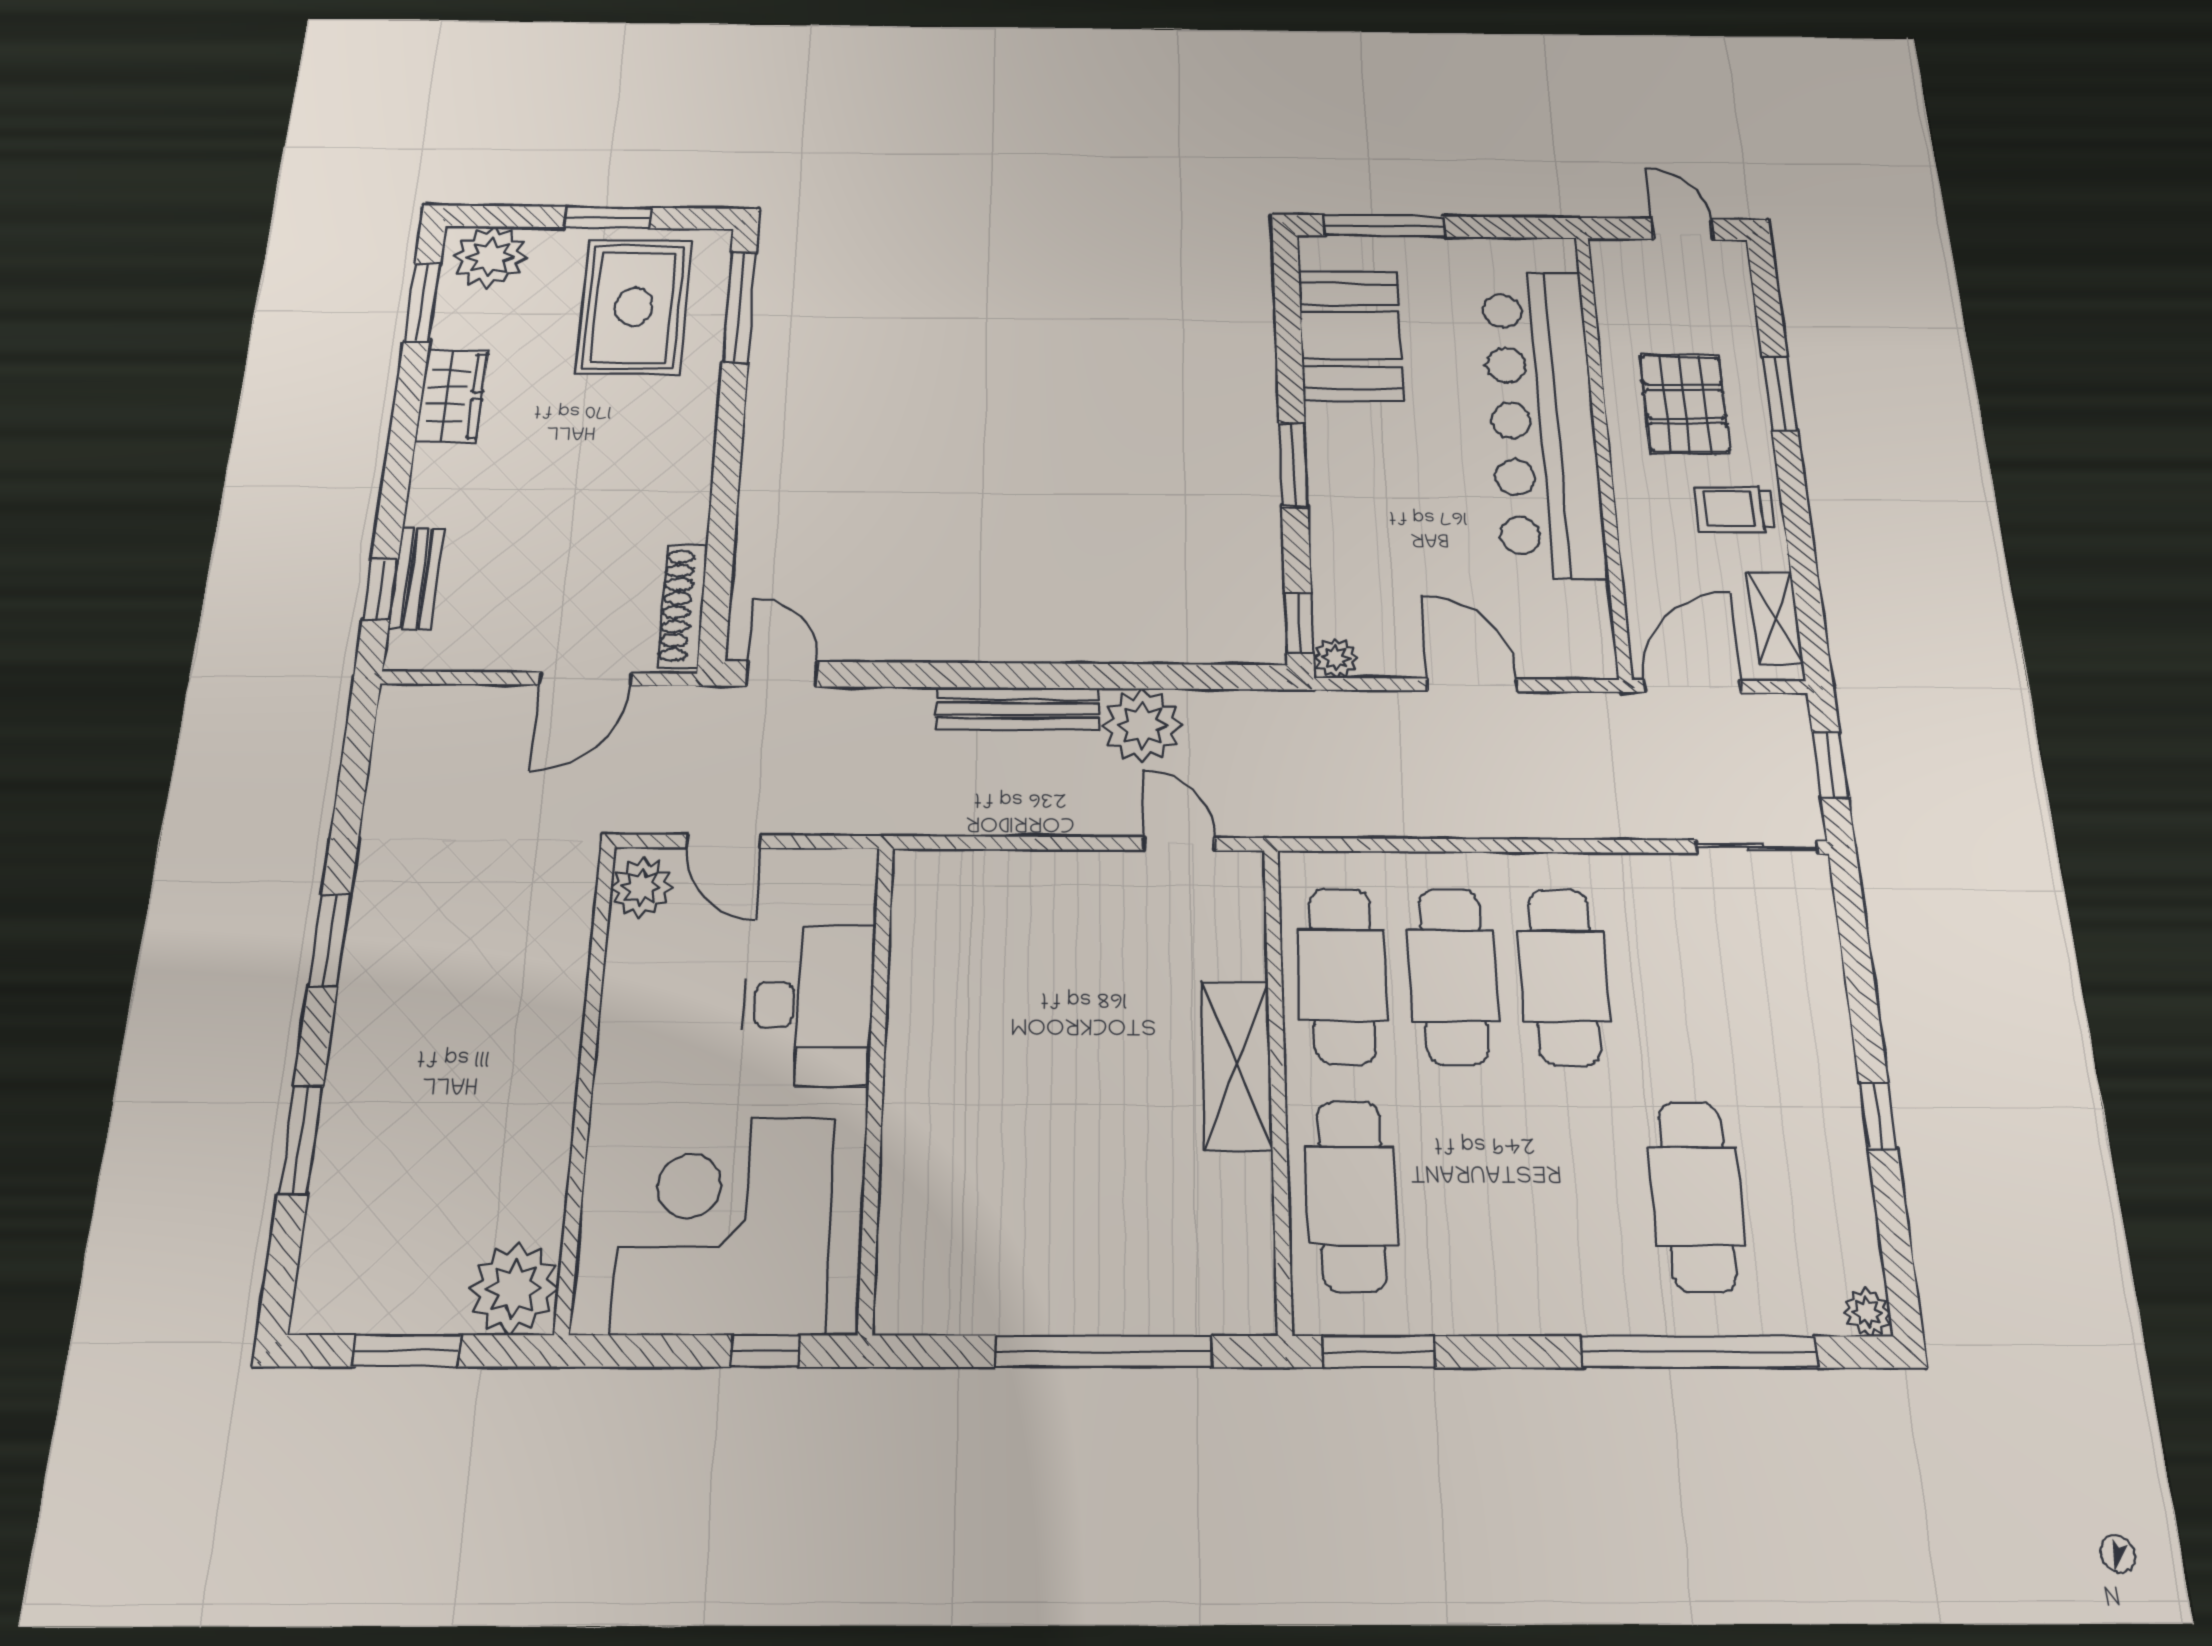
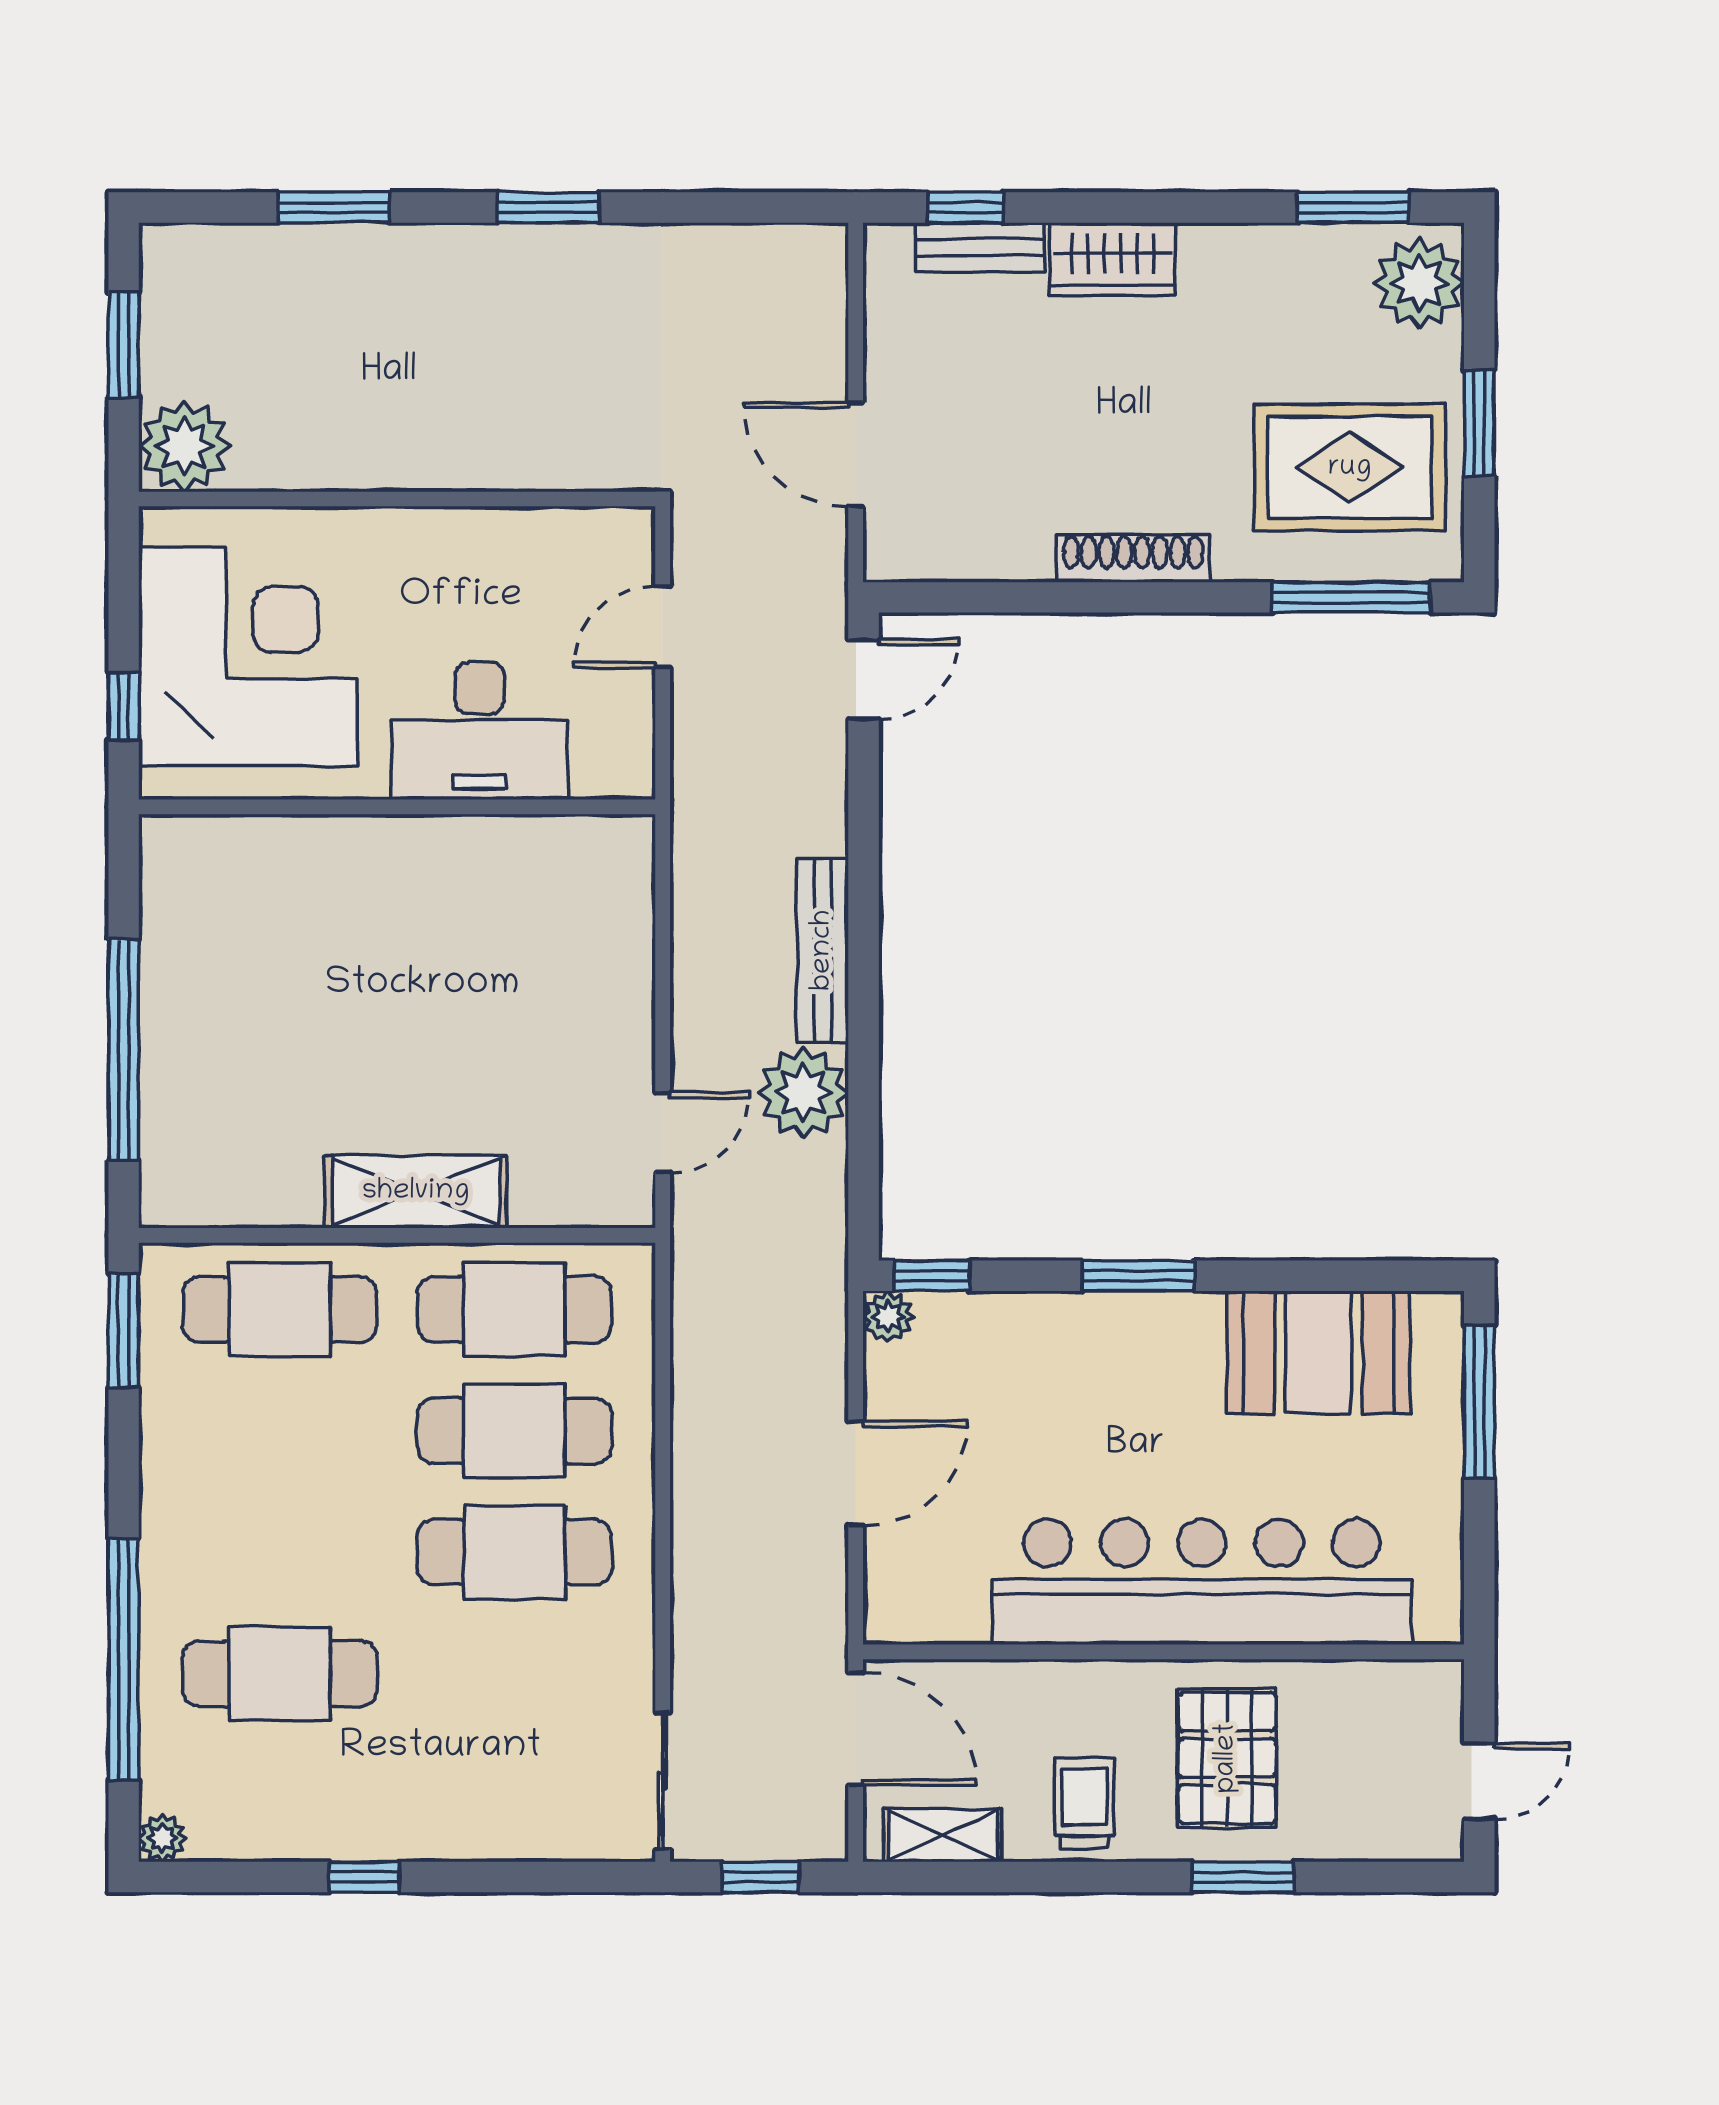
wardrobe: (452, 395) -> (1113, 259), moved
pallet: (1685, 404) -> (1227, 1758), turned 90
shoe rack: (682, 605) -> (1133, 558), moved
plant: (641, 887) -> (609, 540), removed

